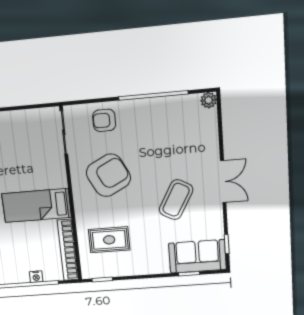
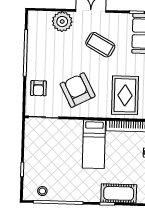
plant: (209, 100) -> (62, 22), moved, width x1.88, depth x1.88
rug: (109, 240) -> (125, 95), width x1.36, depth x1.43

